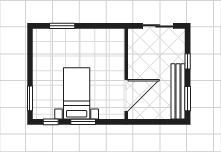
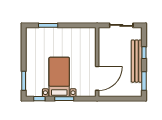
bench: (178, 91) -> (137, 61), moved

